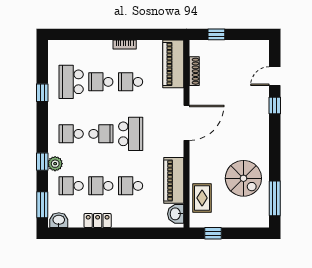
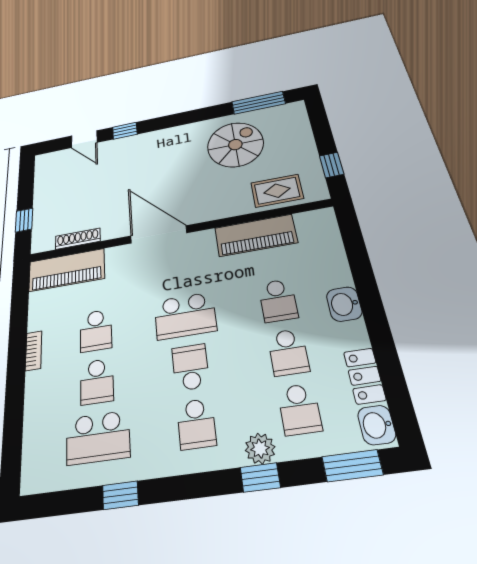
school desk: (131, 134) -> (185, 316), turned 180
washbasin: (176, 214) -> (344, 304), moved, turned 90
locker: (98, 221) -> (365, 376), moved

